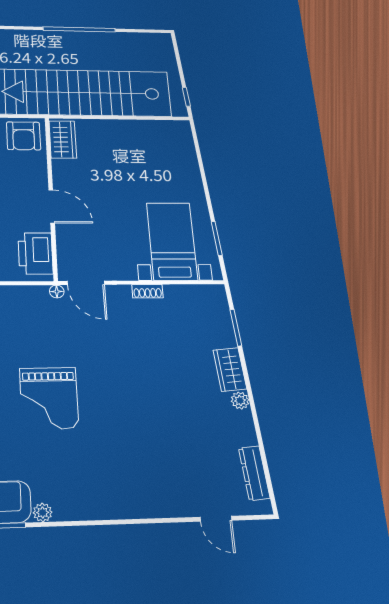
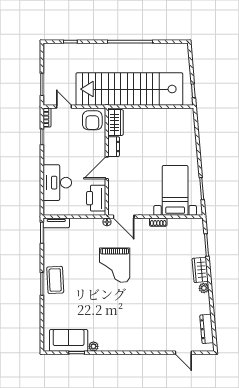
dresser: (62, 175) -> (114, 147), added
door: (52, 206) -> (107, 168), swing flipped
grand piano: (49, 398) -> (115, 265), moved

